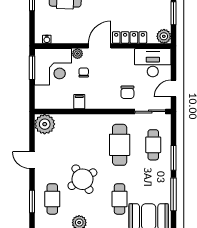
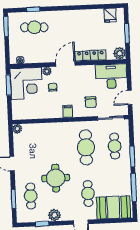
filing cabinet: (79, 102) -> (68, 111), moved
plant: (45, 124) -> (17, 129), width x0.53, depth x0.53
round table: (82, 179) -> (56, 178), turned 32

